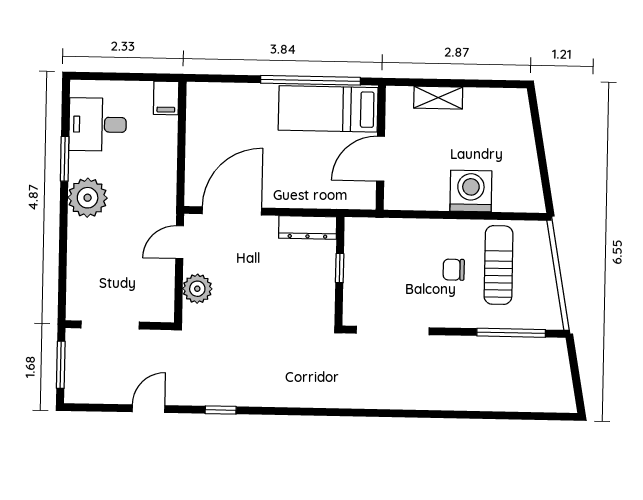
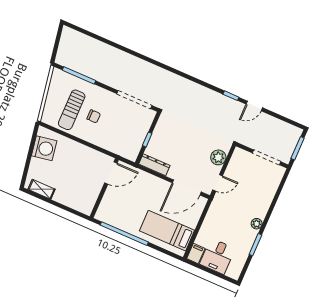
shelving: (438, 98) -> (42, 189), moved
bed: (328, 109) -> (167, 231), moved, turned 180
desk: (98, 124) -> (217, 256), moved, turned 90
door: (381, 159) -> (111, 173), moved
washing machine: (471, 191) -> (44, 148), moved, turned -100
plant: (88, 198) -> (257, 224), width x0.53, depth x0.53
door: (148, 409) -> (254, 106), moved

